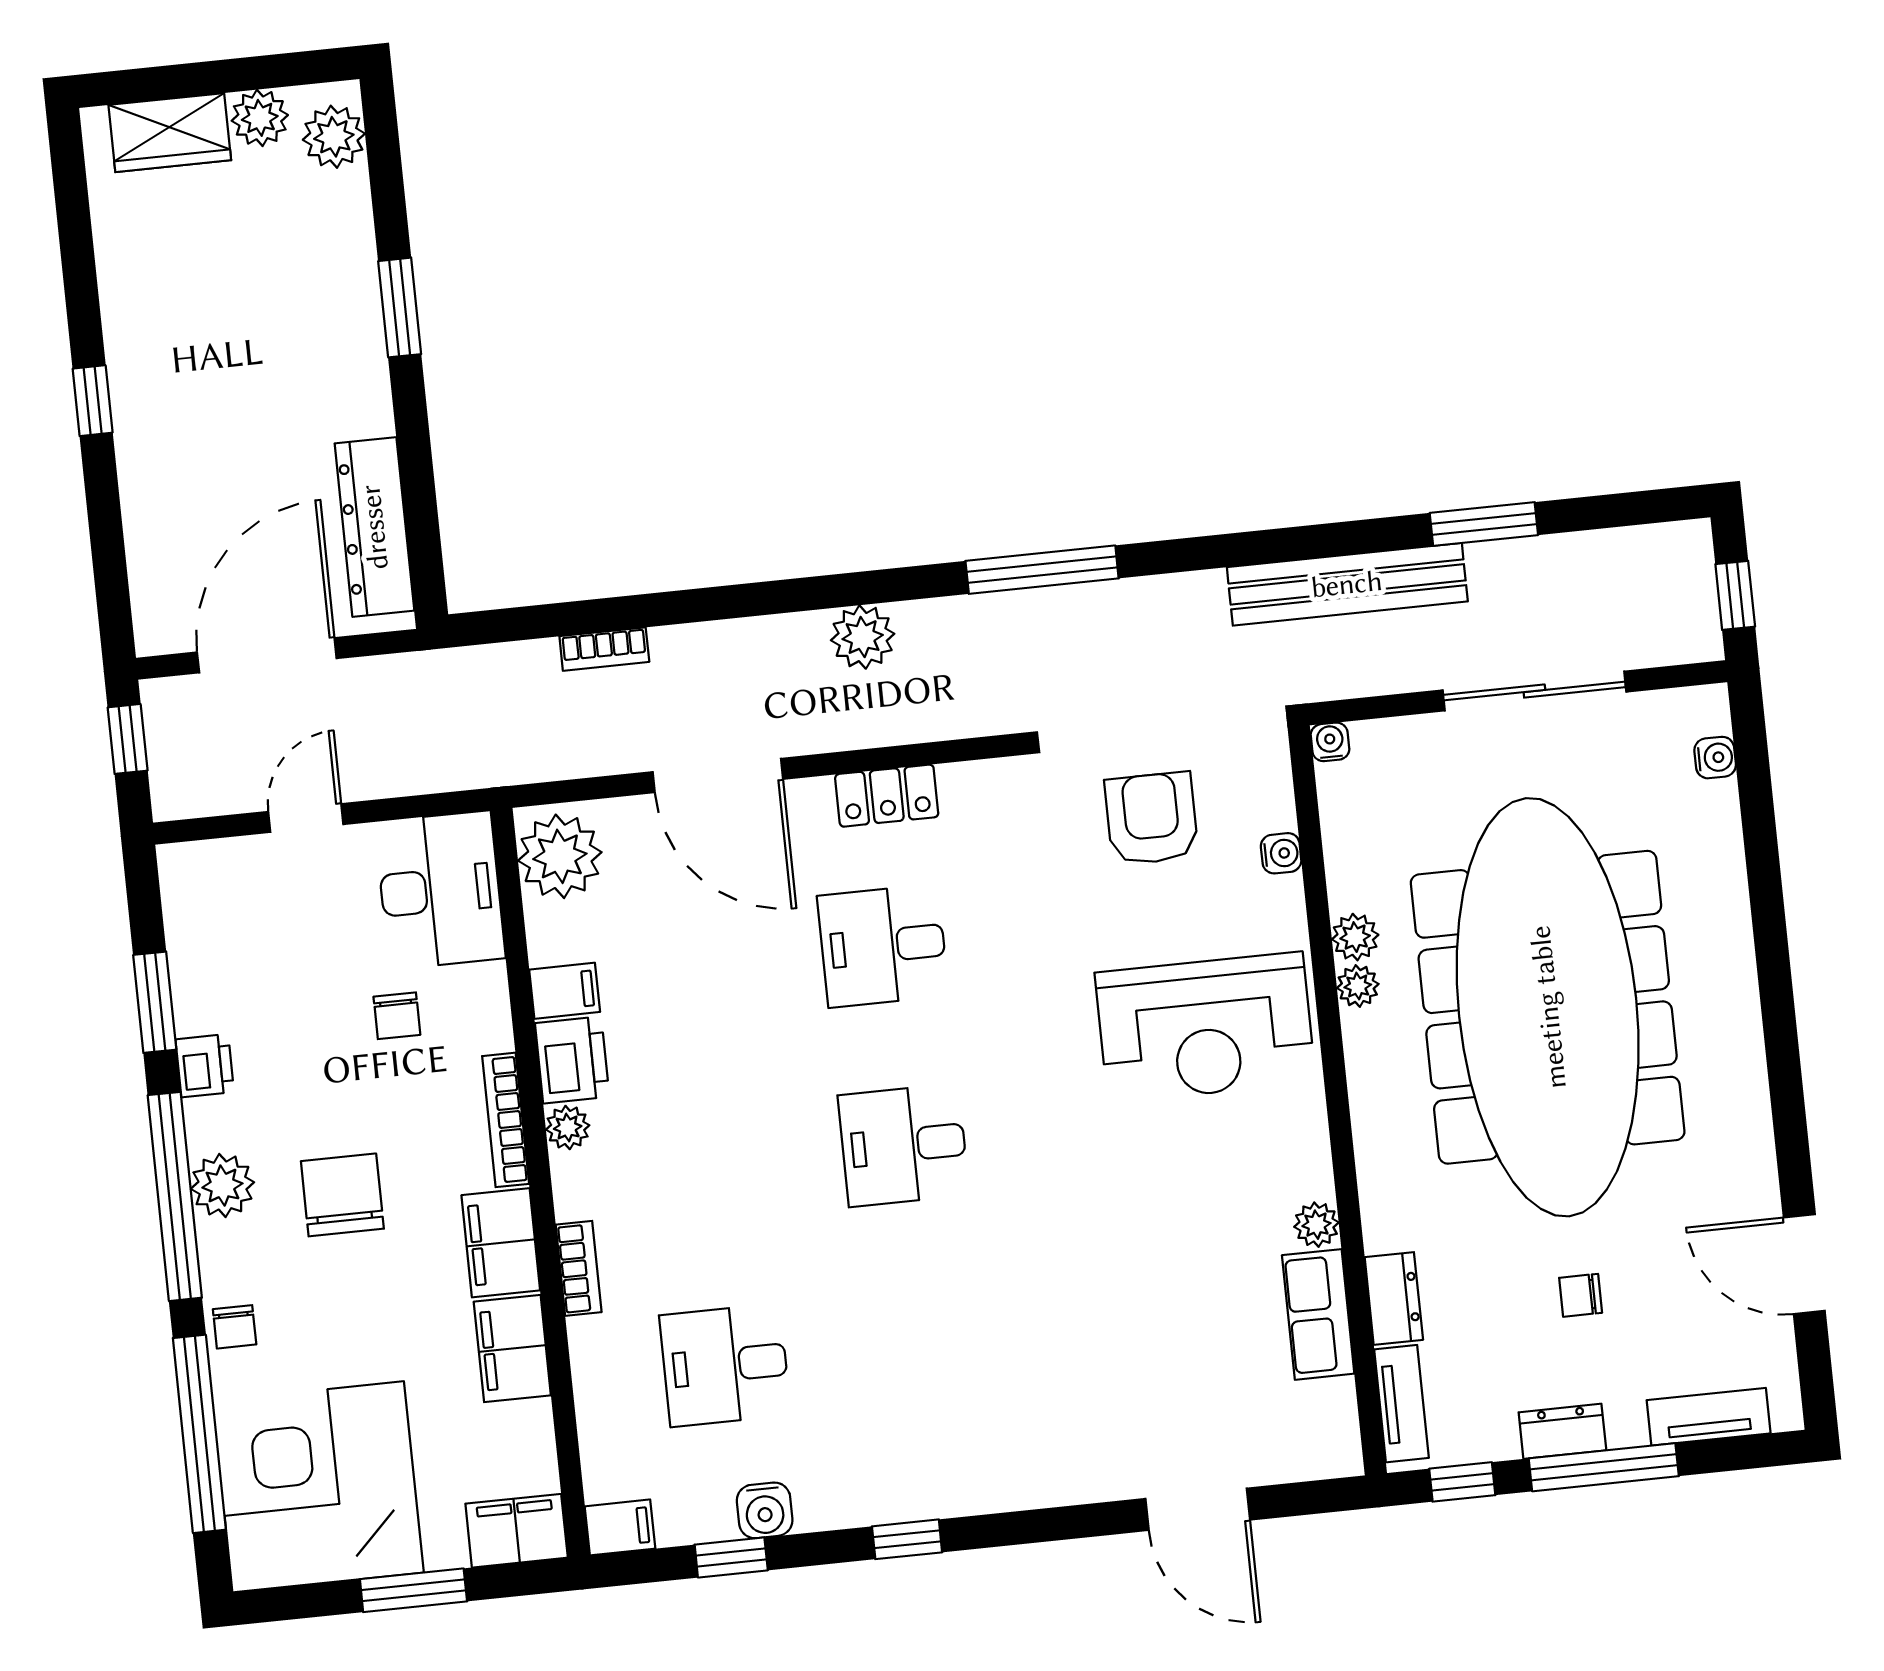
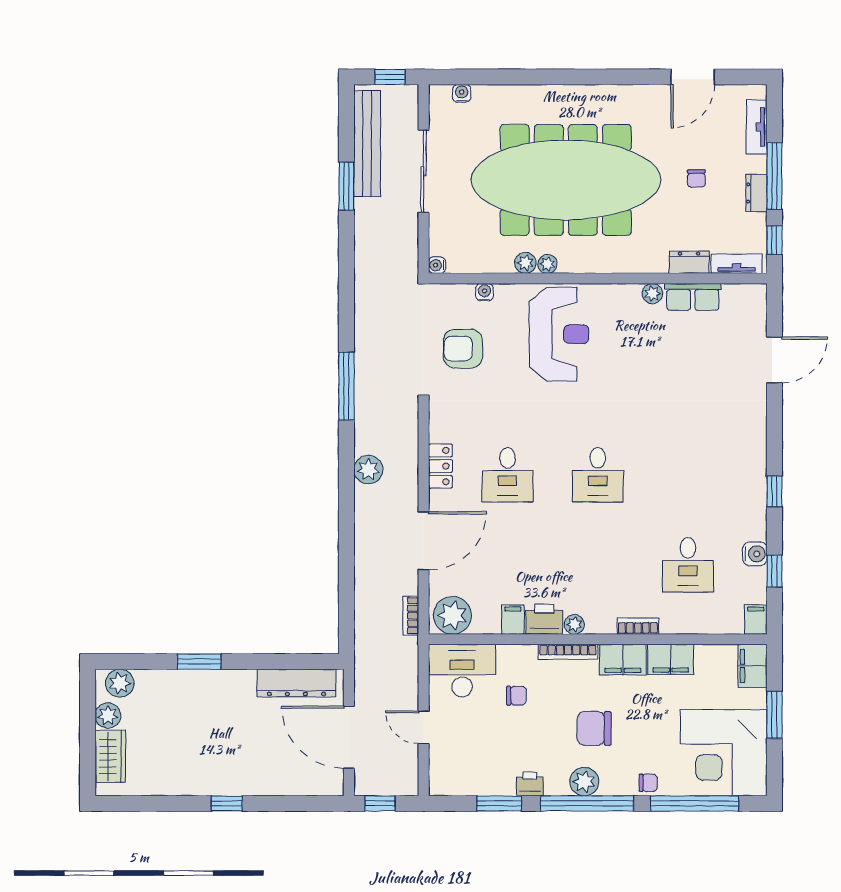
bench: (1347, 584) -> (367, 144), moved
bookcase: (604, 649) -> (411, 616), moved, turned 180

